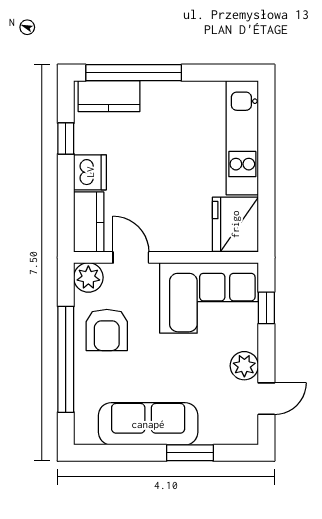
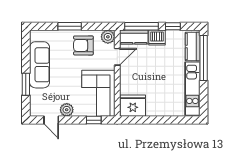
kitchen unit: (242, 138) -> (192, 89), moved, turned -90
window: (66, 206) -> (142, 26), added
window: (66, 359) -> (70, 26), width x0.47

